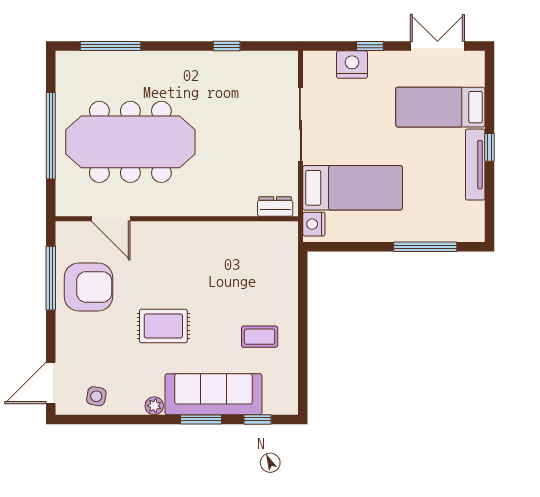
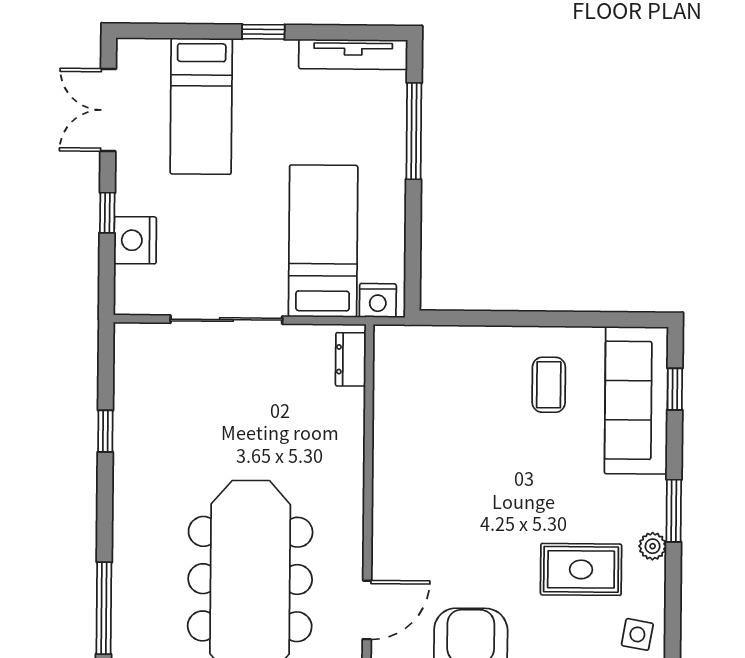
tv unit: (475, 165) -> (353, 54), moved
rug: (163, 326) -> (581, 569), moved, turned 90
sofa: (213, 394) -> (636, 400), moved
window: (201, 419) -> (674, 511), moved

